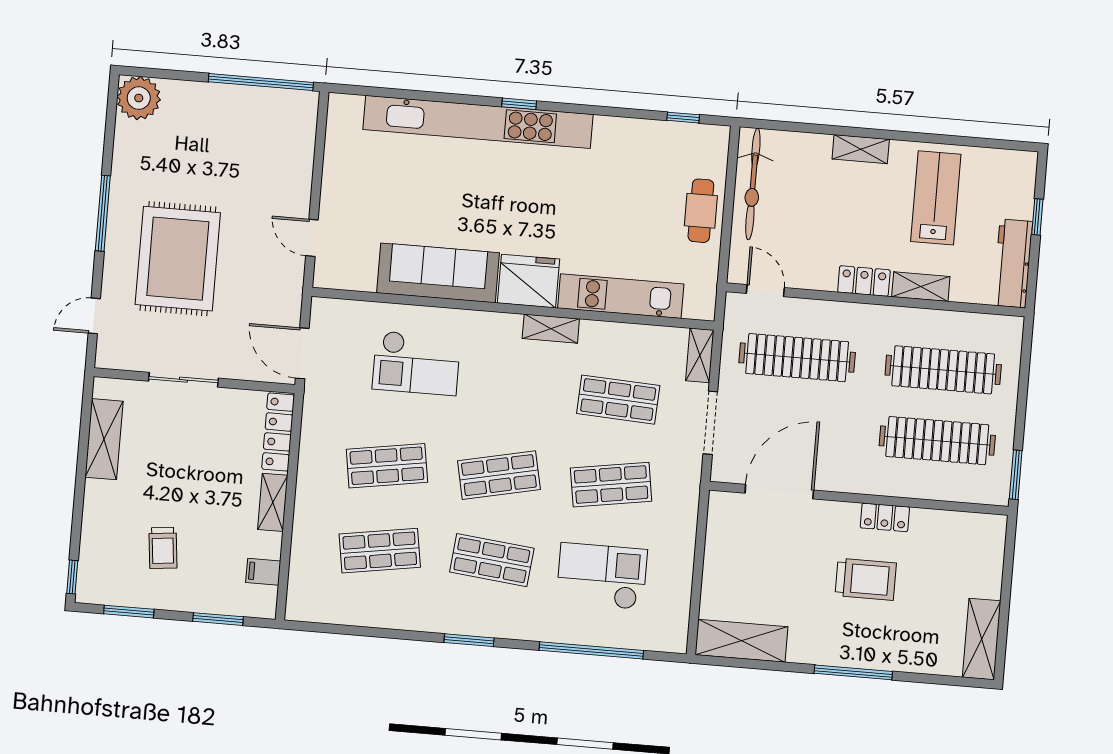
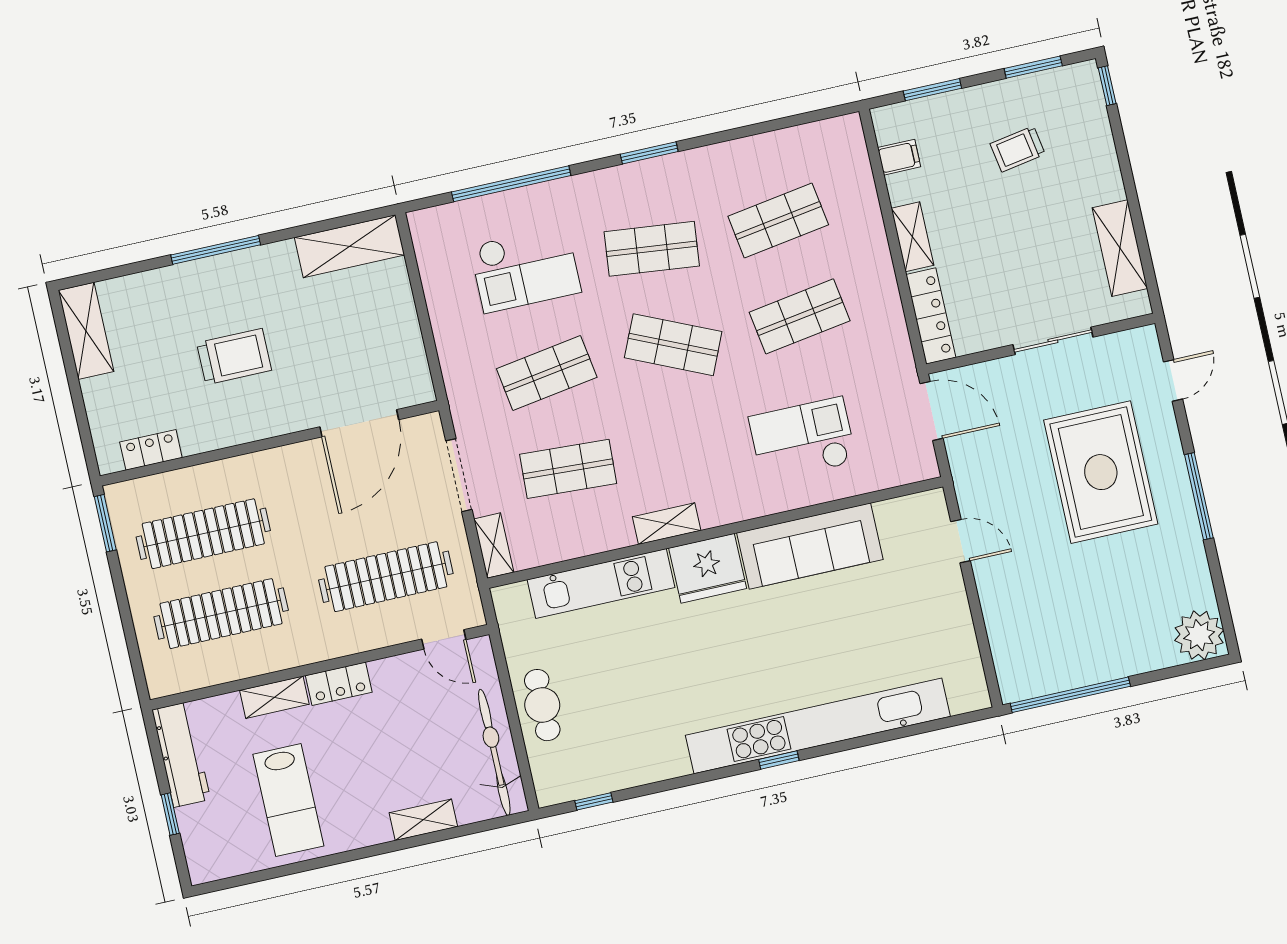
shelving: (861, 149) -> (423, 820), moved
shop shelf: (499, 475) -> (673, 345), turned 36
locker: (885, 517) -> (151, 450), moved
trolley: (163, 548) -> (1018, 149), turned -94
trolley: (866, 579) -> (234, 357), turned 180

